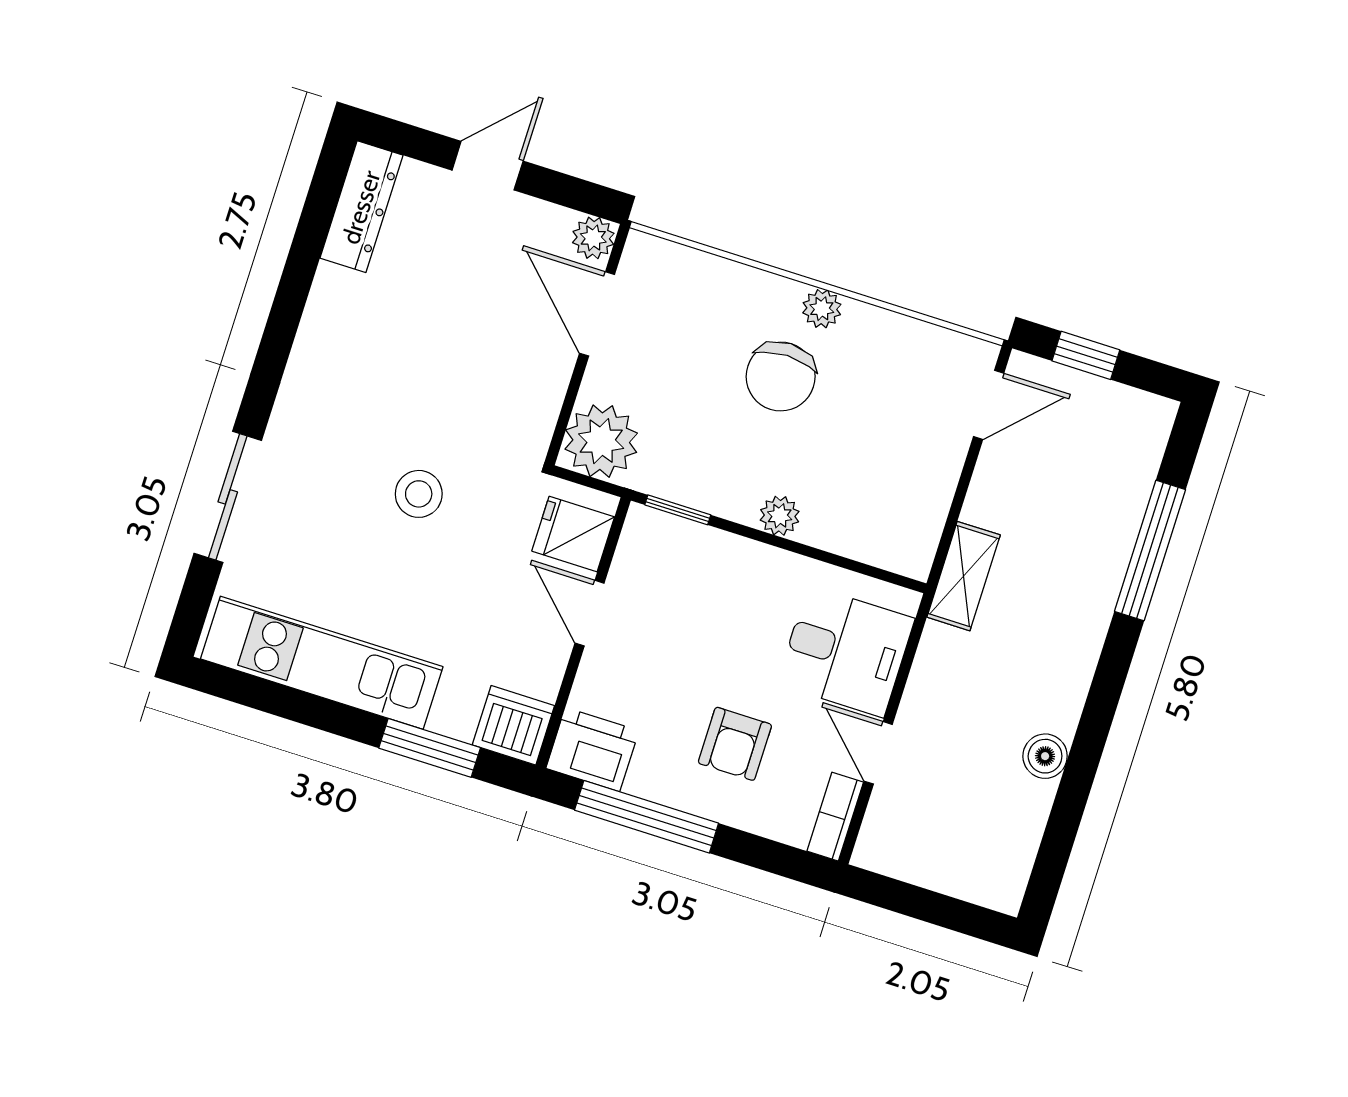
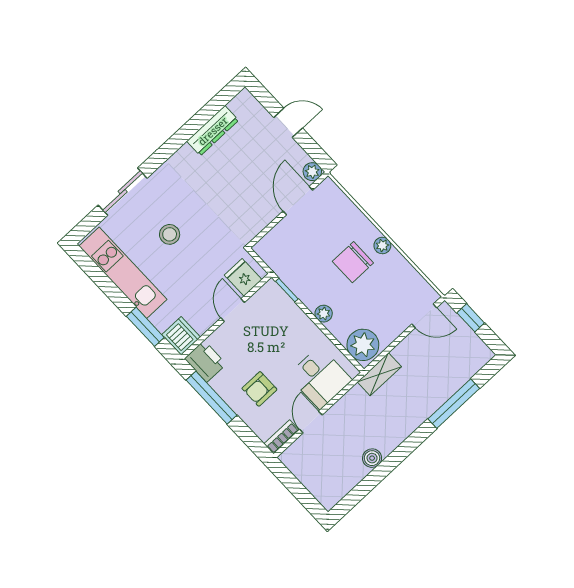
dresser: (361, 207) -> (213, 131), moved
plant: (601, 441) -> (363, 345), moved
stool: (419, 494) -> (170, 234), moved

